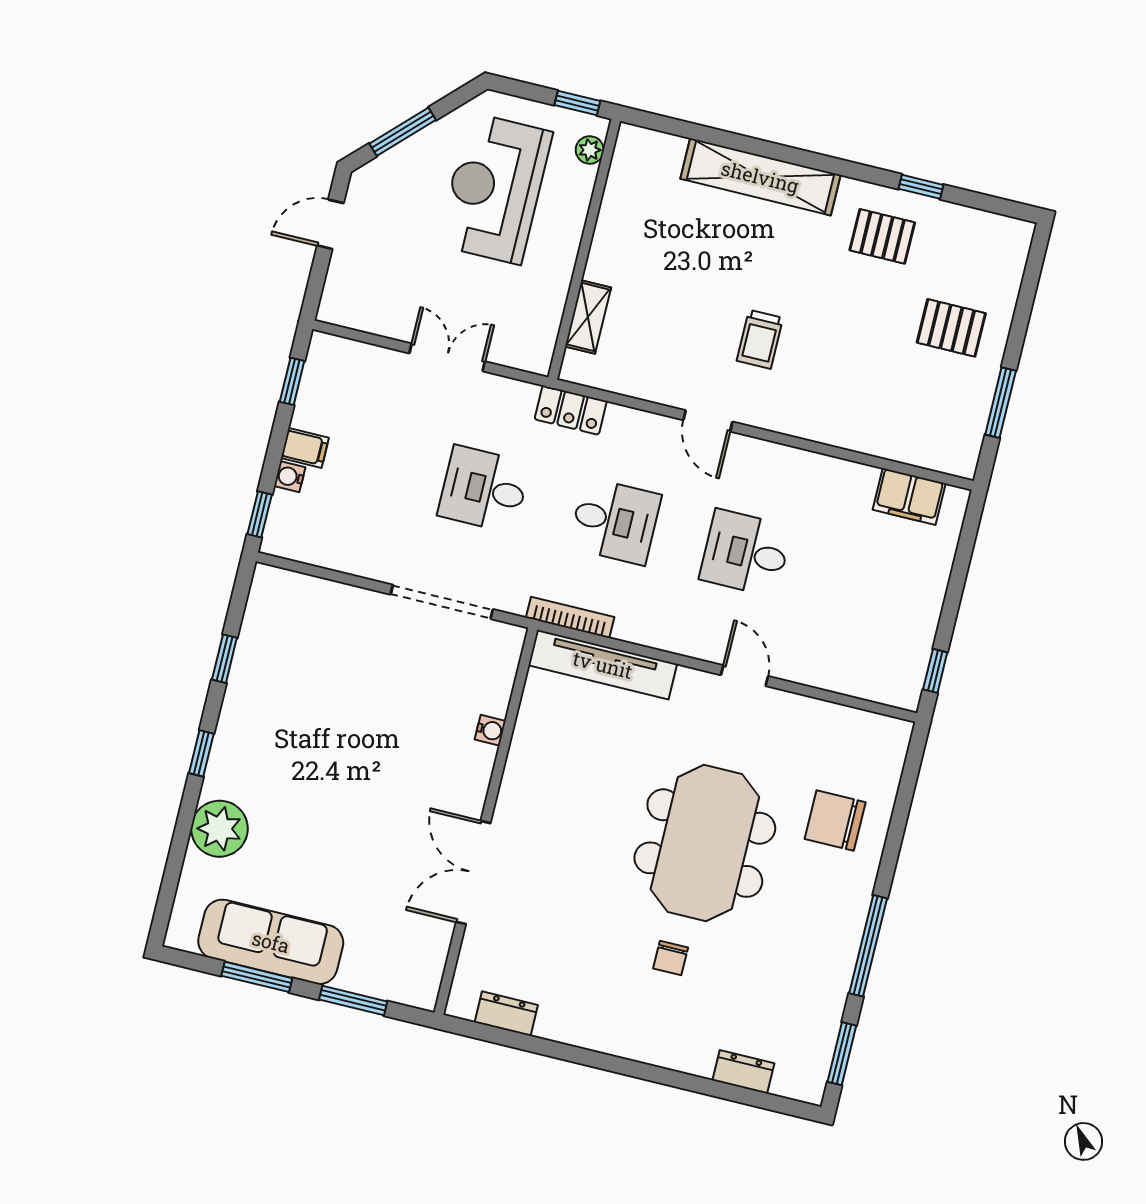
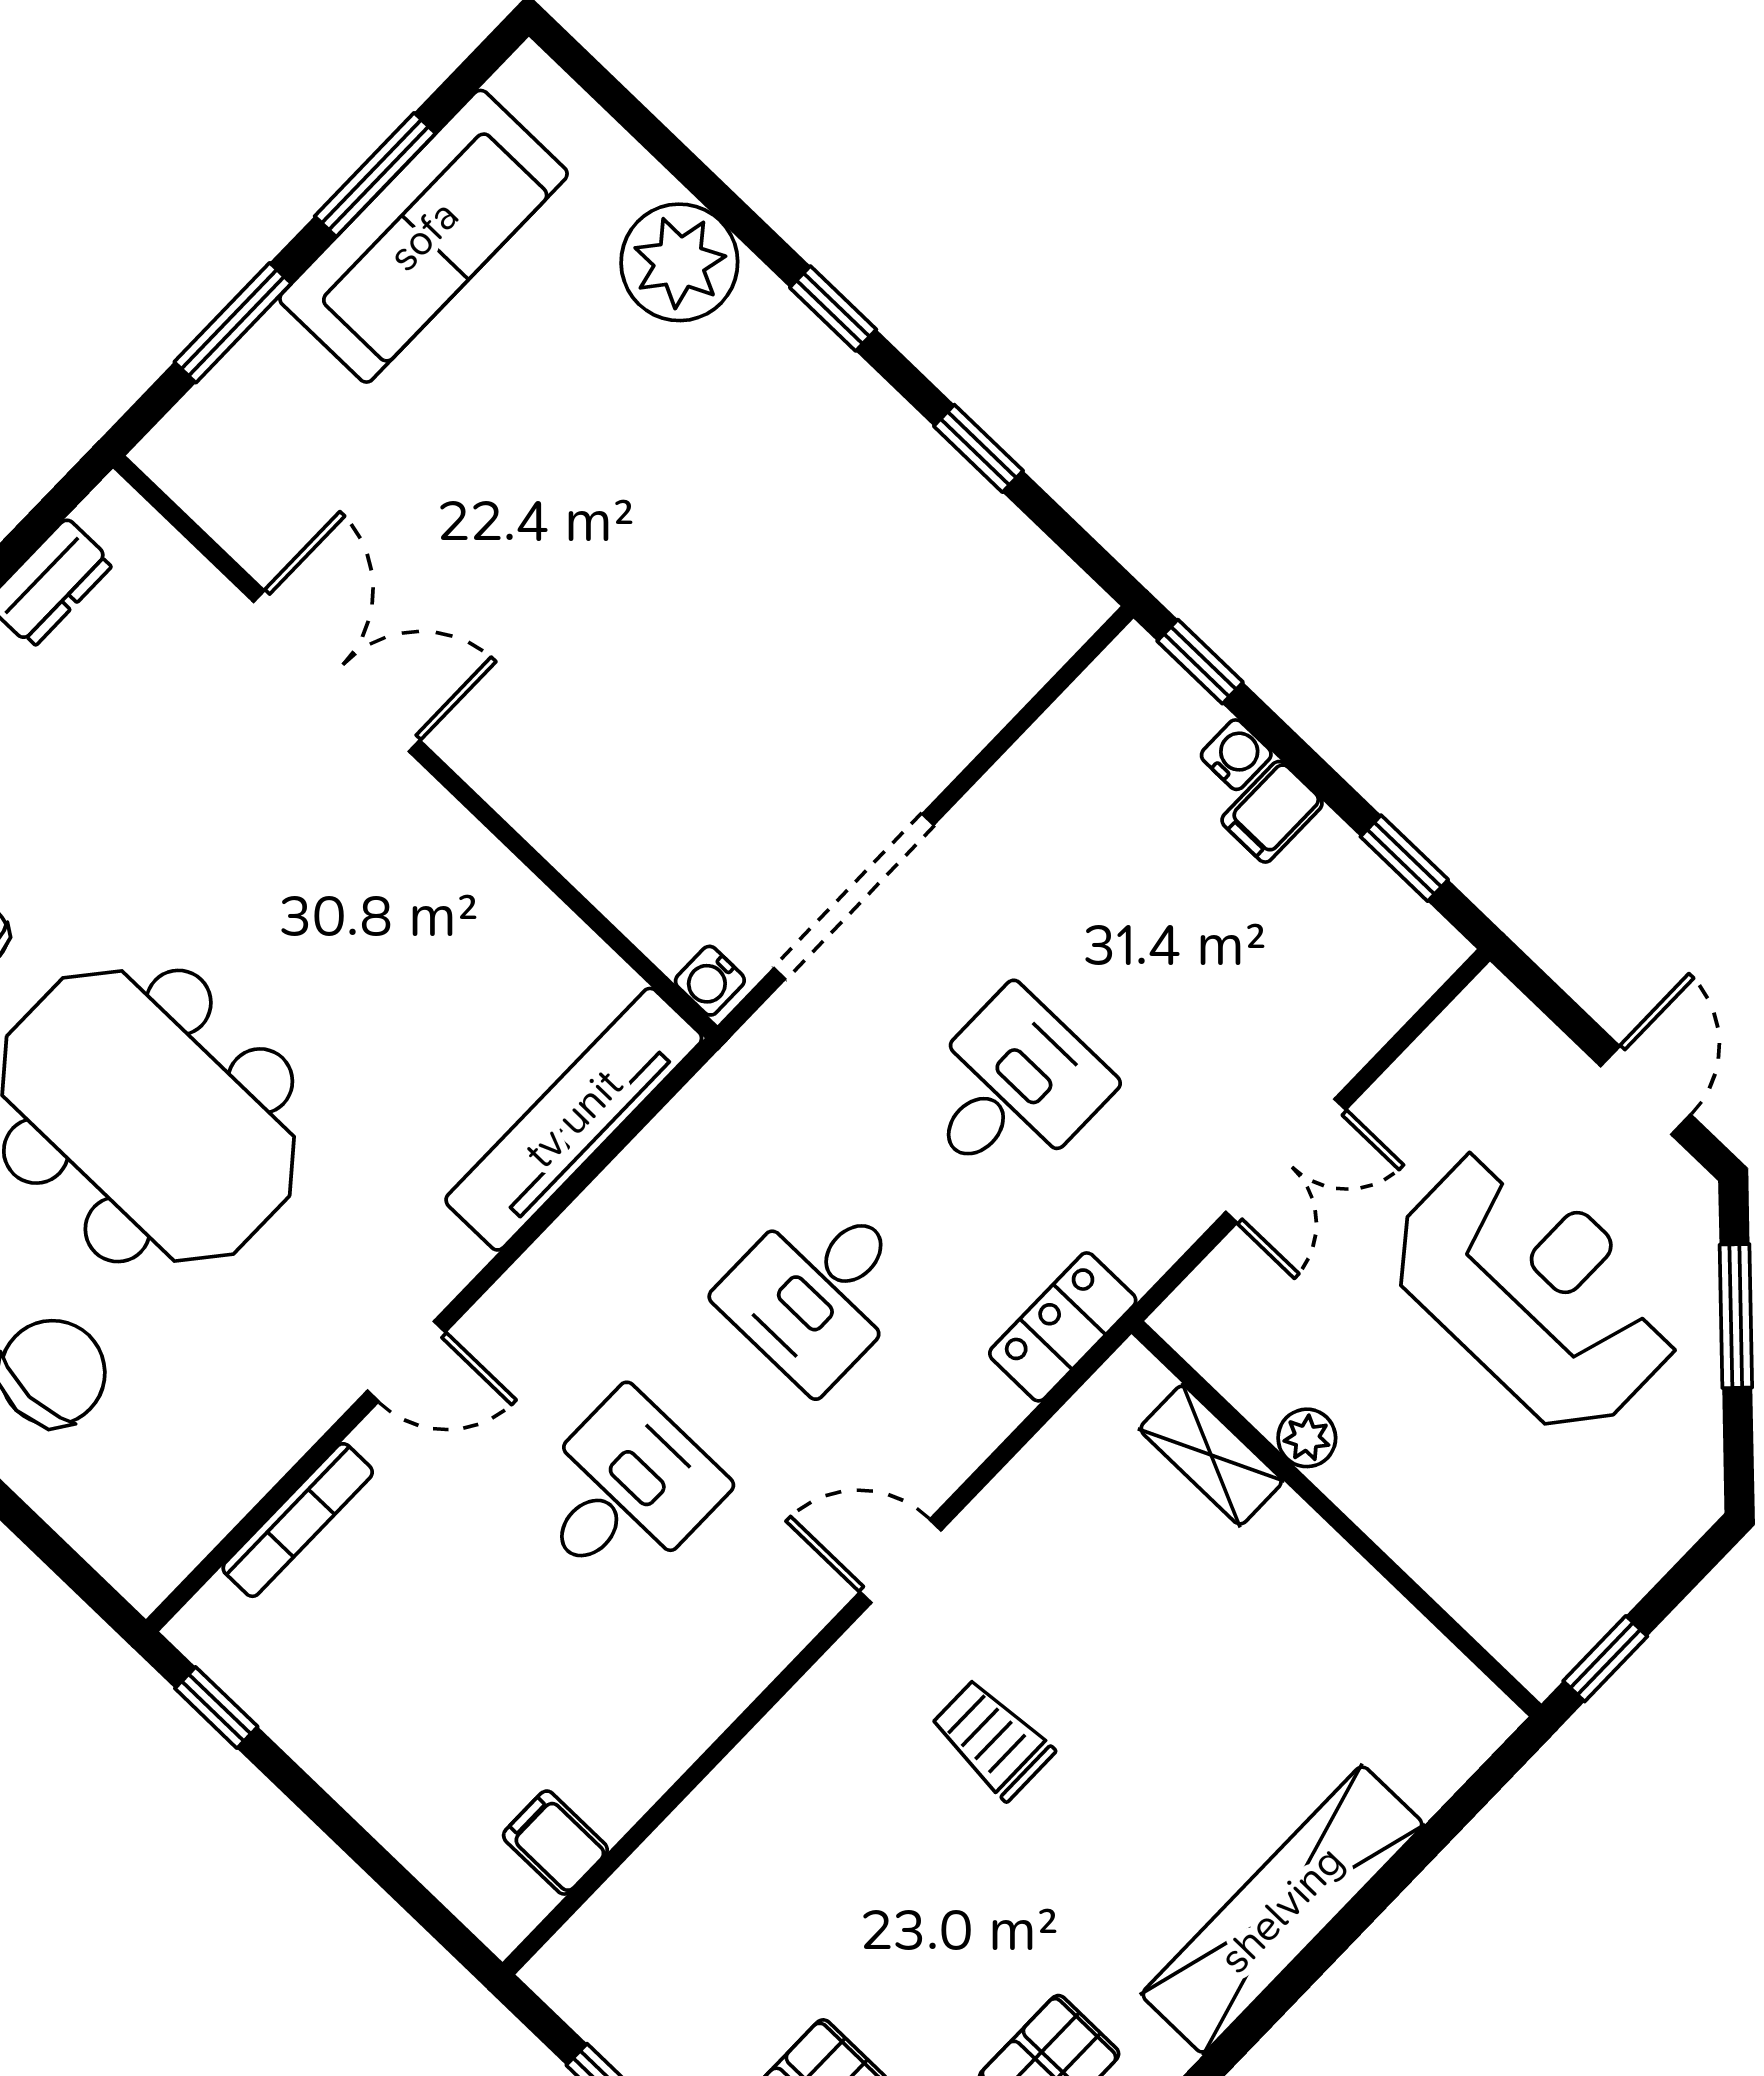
plant: (590, 150) -> (1307, 1438), moved
reception desk: (495, 189) -> (1535, 1290), moved
filing cabinet: (909, 497) -> (555, 1843), width x0.50
bookcase: (570, 617) -> (298, 1520), moved
water cooler: (490, 730) -> (710, 981), moved

